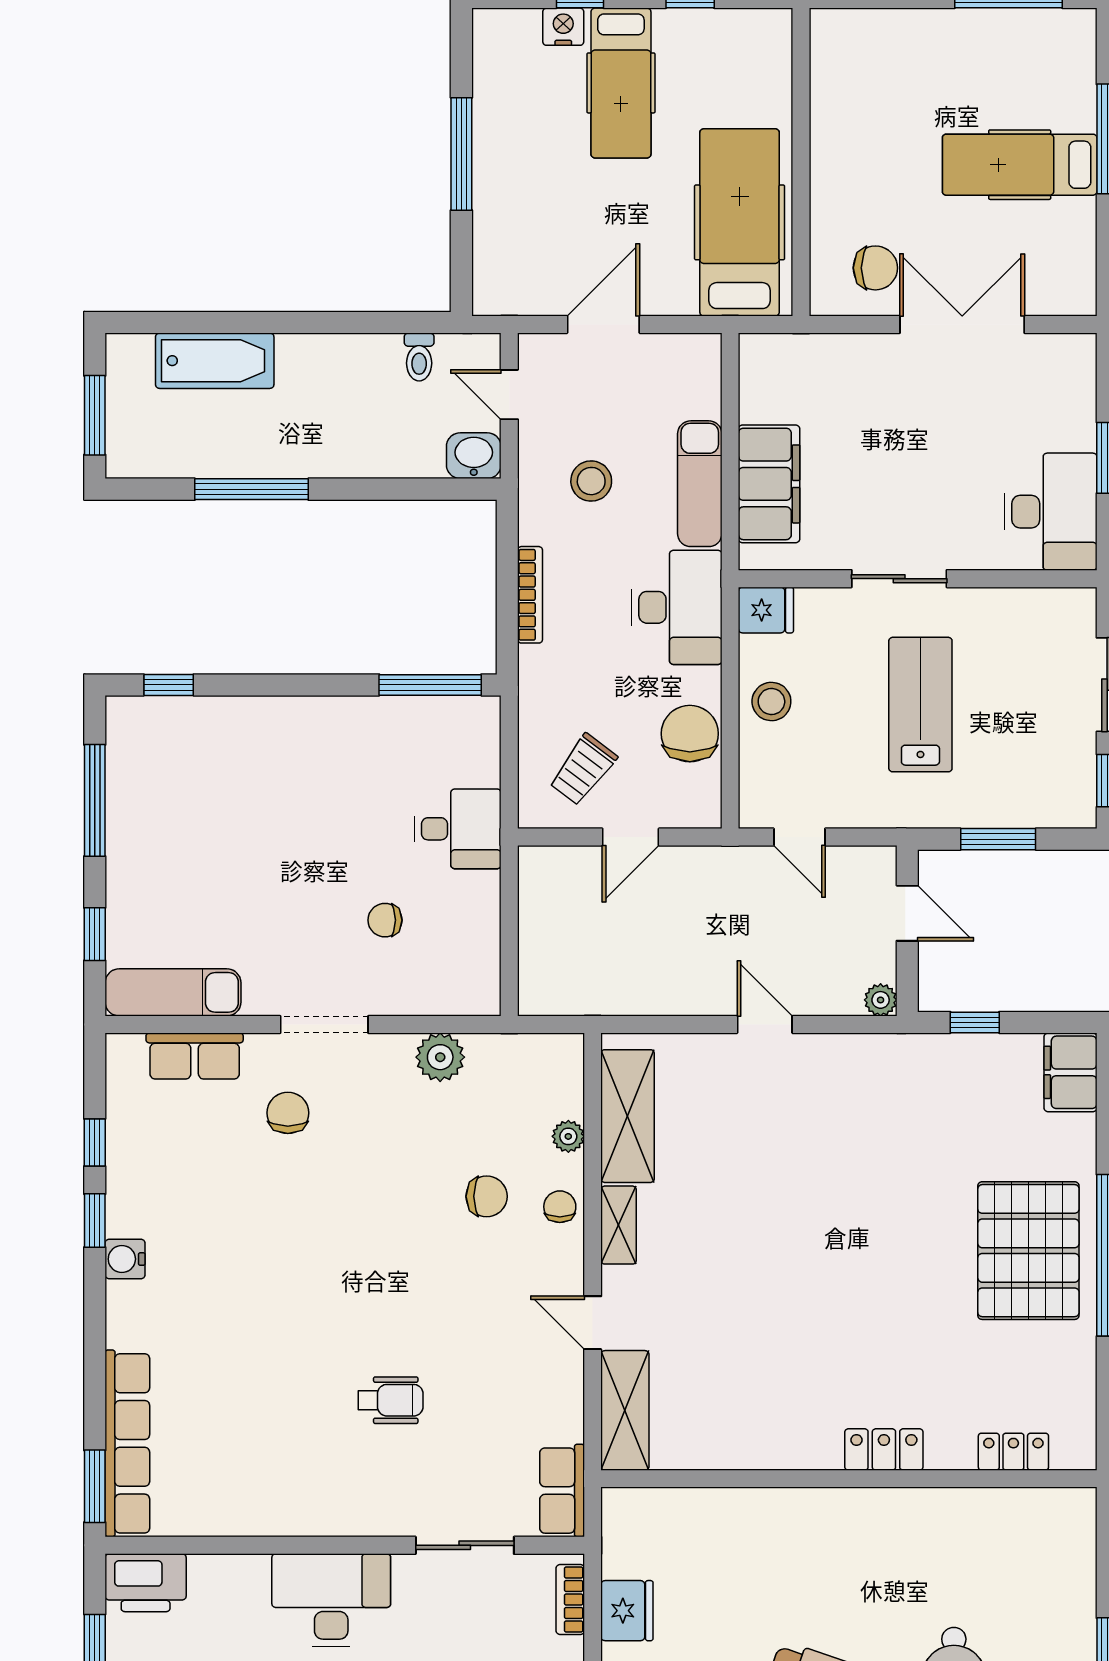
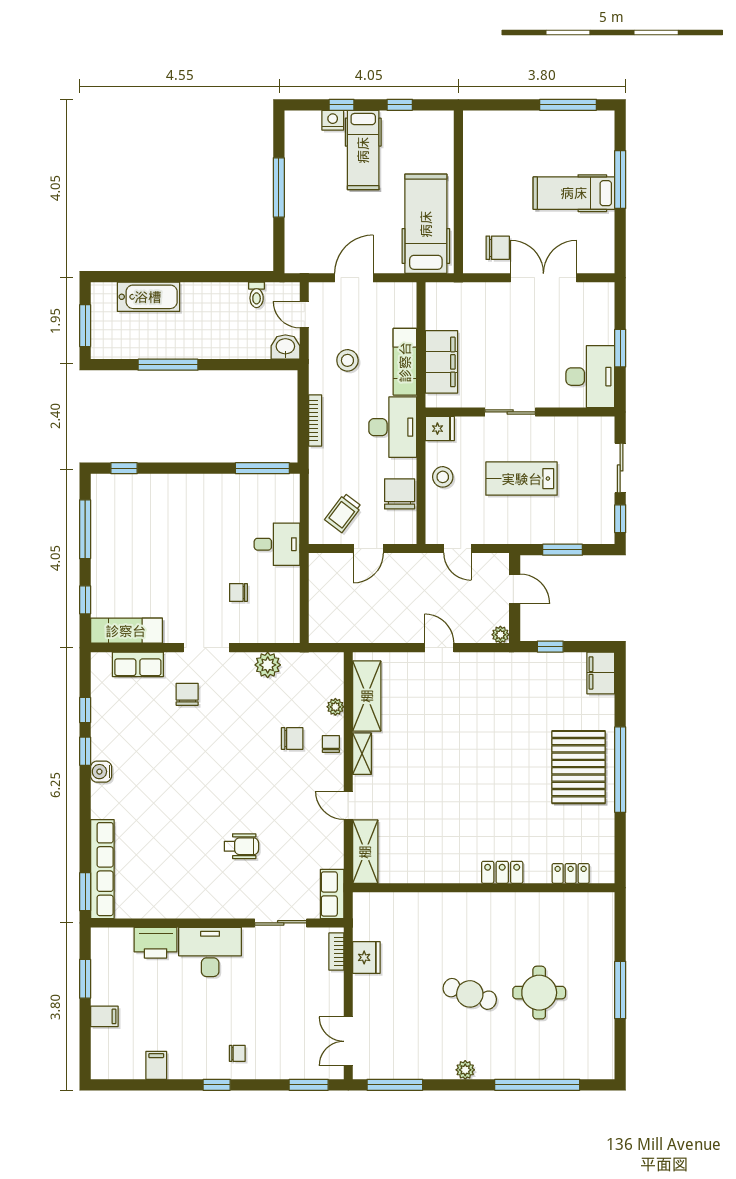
lab bench: (920, 705) -> (522, 479), turned -90
printer: (146, 1583) -> (156, 943), moved

